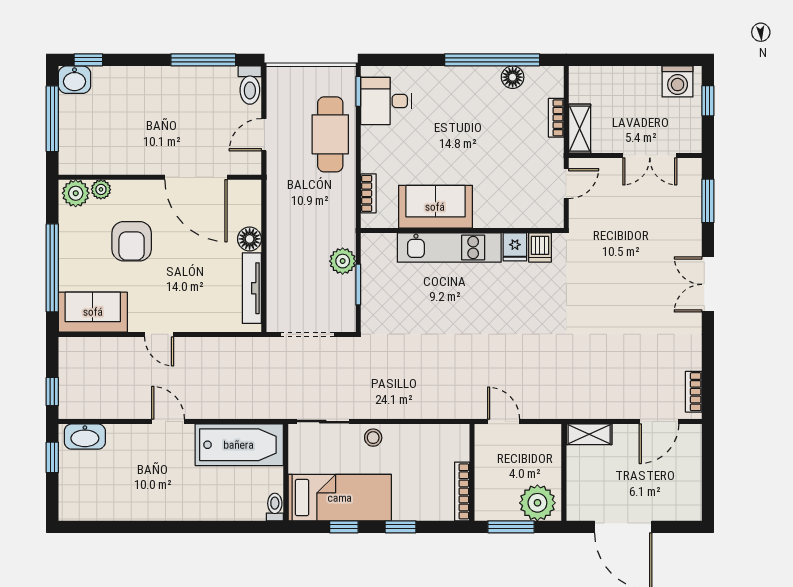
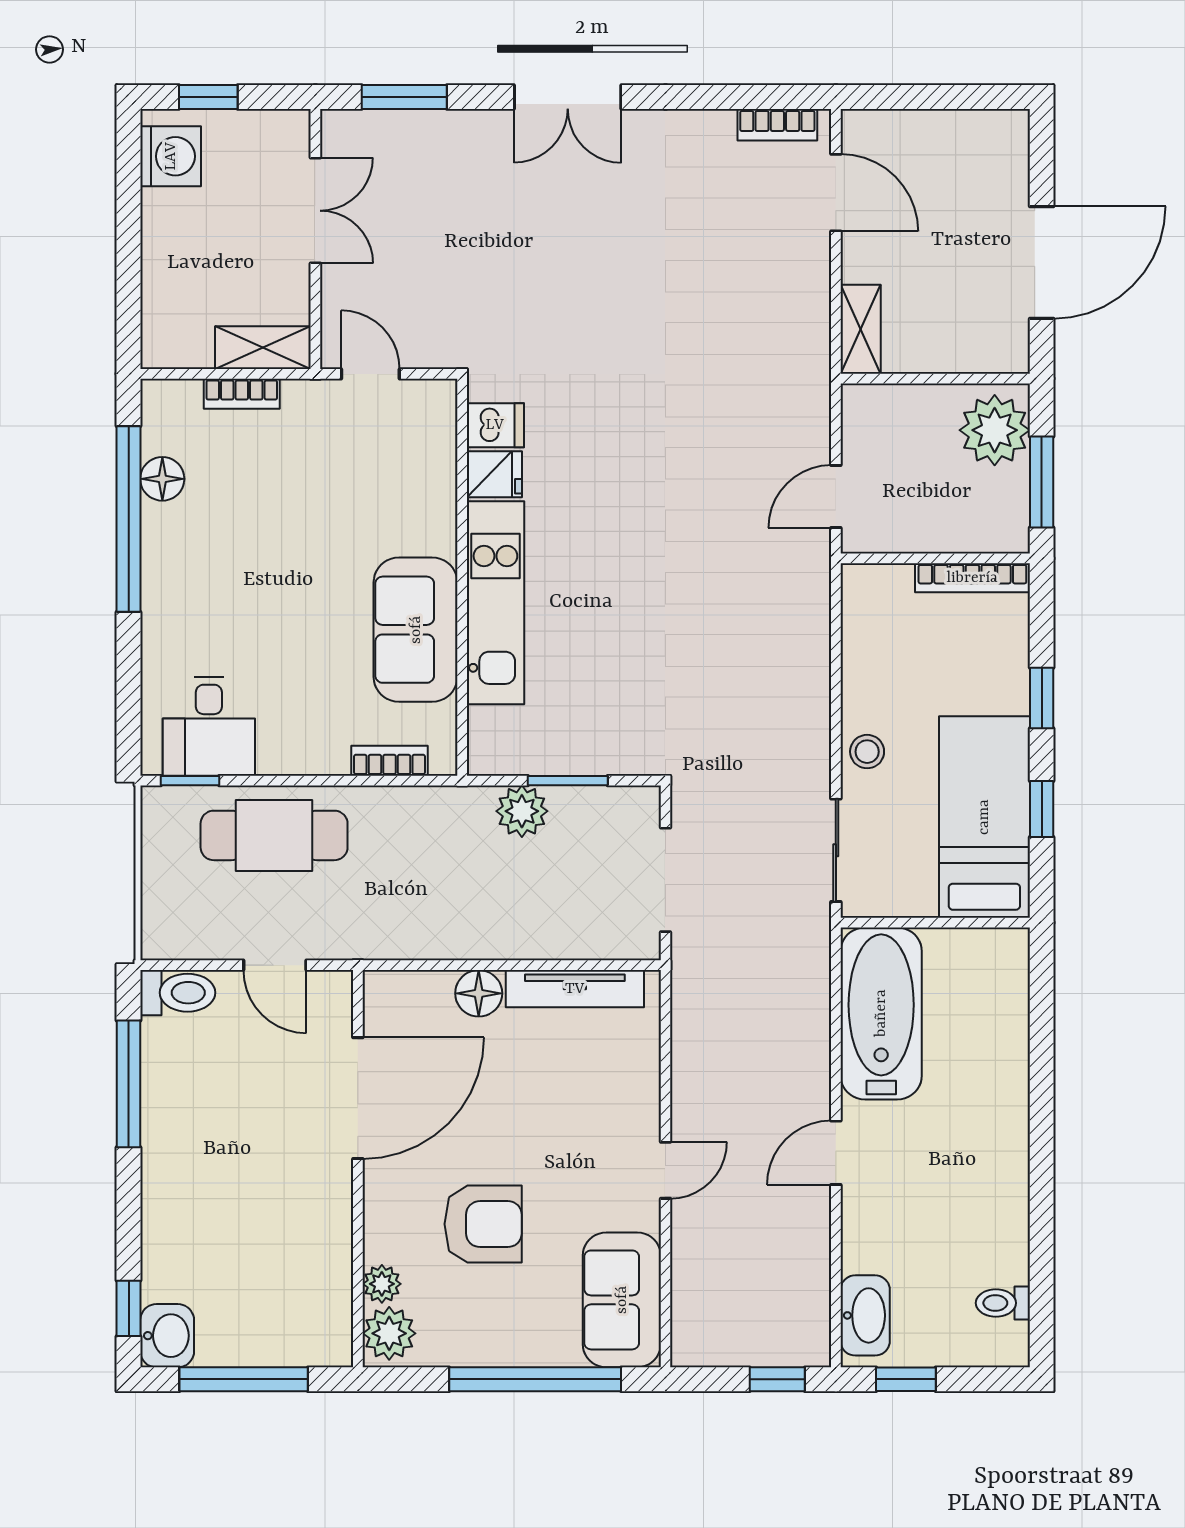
toilet: (275, 507) -> (1003, 1303), moved

